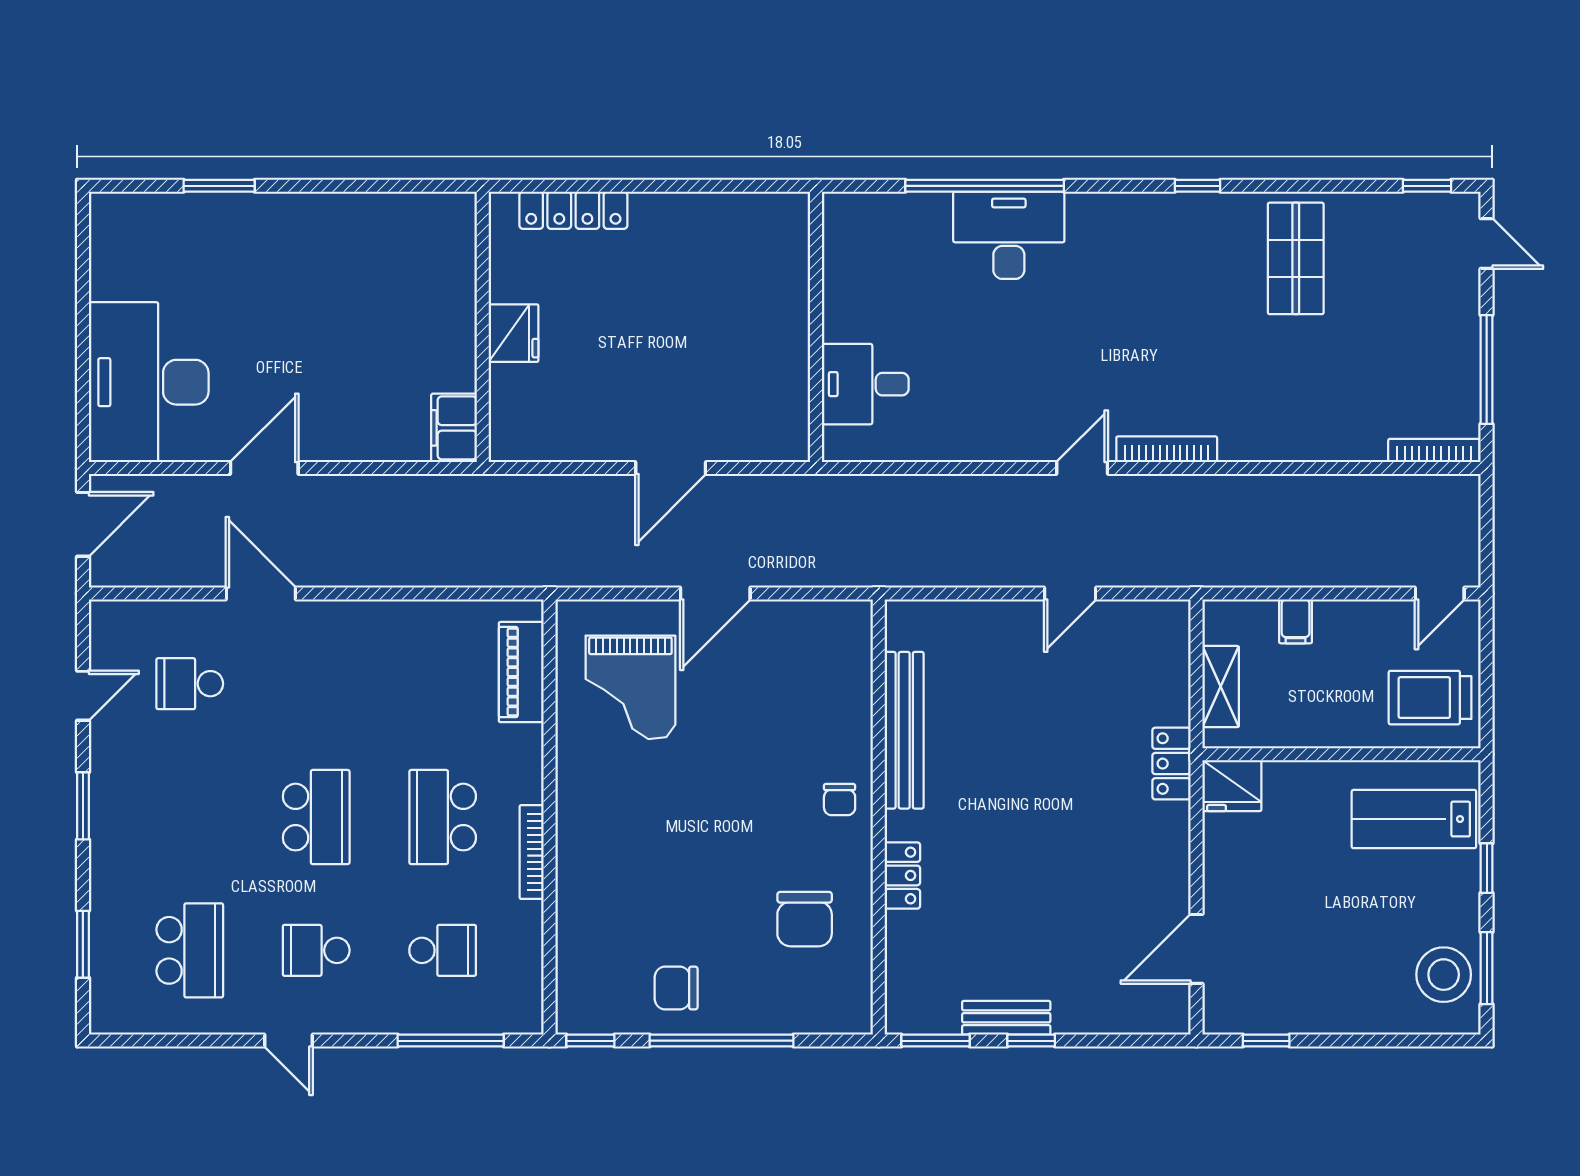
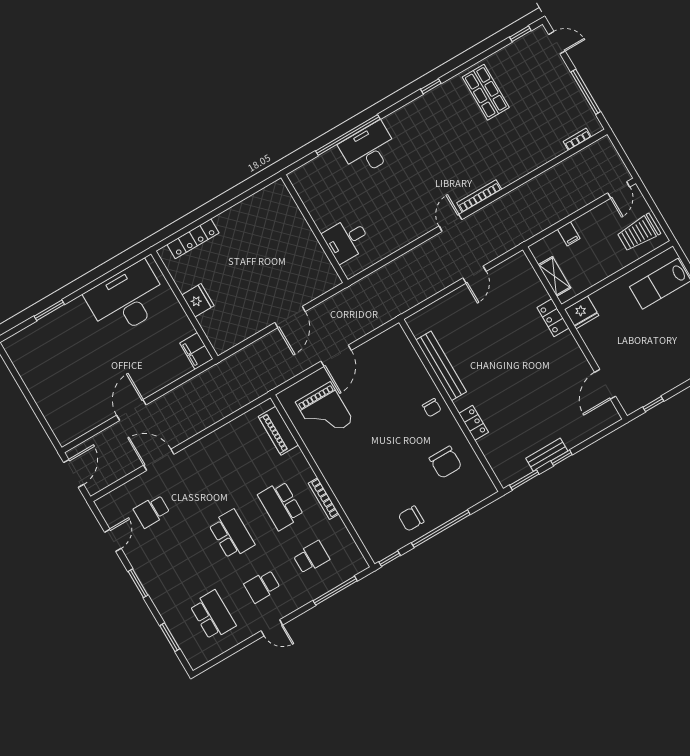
desk: (149, 382) -> (127, 299), moved, turned 90
bookcase: (1434, 450) -> (577, 139), width x0.64

